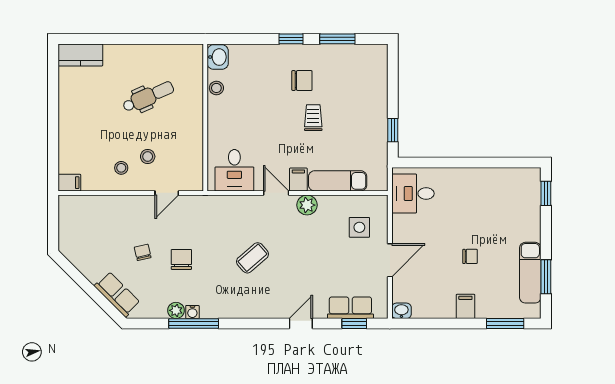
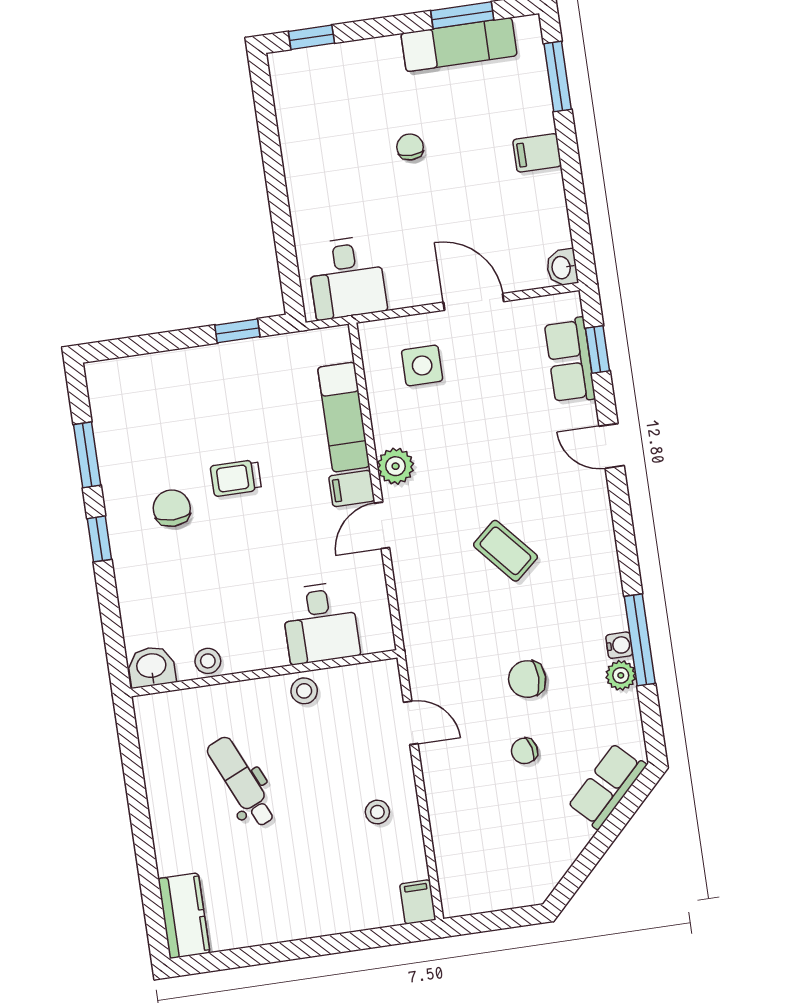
stool: (148, 157) -> (304, 691), moved
desk: (234, 170) -> (320, 623), moved, turned 90
chair: (470, 256) -> (410, 147), moved

